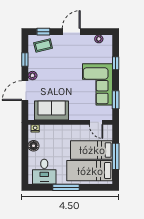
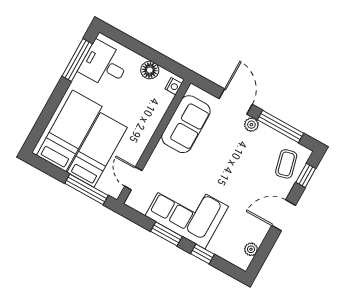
door: (71, 32) -> (284, 215), swing flipped
window: (25, 60) -> (281, 127), width x2.17
window: (116, 100) -> (166, 234), moved
door: (96, 122) -> (133, 178), hinge flipped
window: (116, 156) -> (86, 189), moved
window: (66, 187) -> (77, 60), moved

